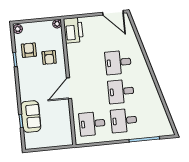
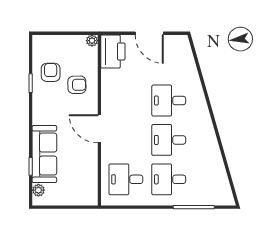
door: (113, 13) -> (149, 33), moved
plant: (18, 29) -> (38, 190), moved
armchair: (49, 57) -> (77, 85), turned -91
door: (69, 88) -> (99, 129), hinge flipped
sofa: (31, 116) -> (44, 154), width x1.36

